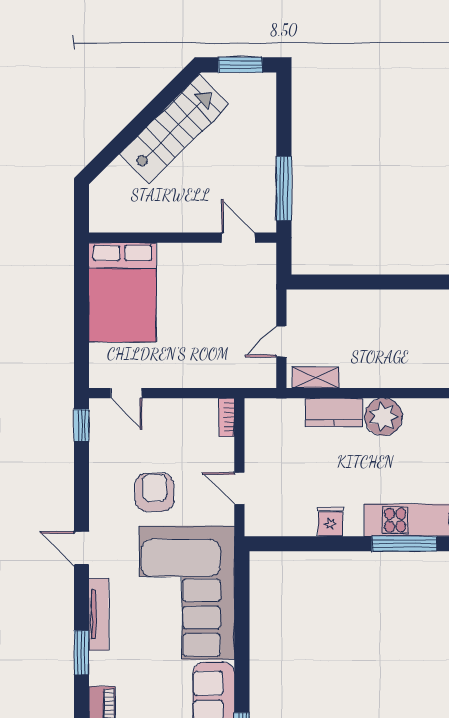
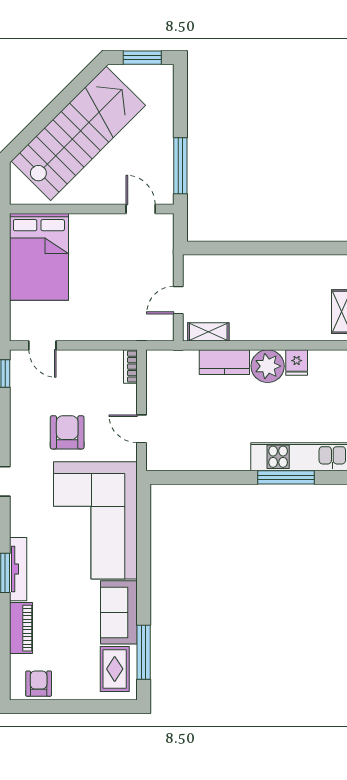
stairs: (174, 129) -> (78, 133), width x1.36, depth x1.51
fridge: (330, 522) -> (297, 363), moved, turned 180
tv unit: (99, 614) -> (18, 569), moved

